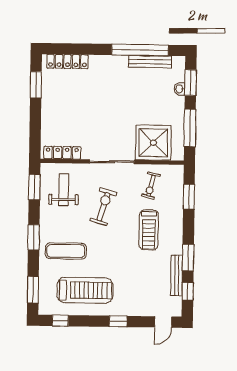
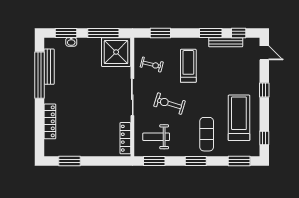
locker: (67, 61) -> (50, 121), moved
shower: (153, 143) -> (116, 52), moved
treadmill: (149, 230) -> (188, 66), turned -90

